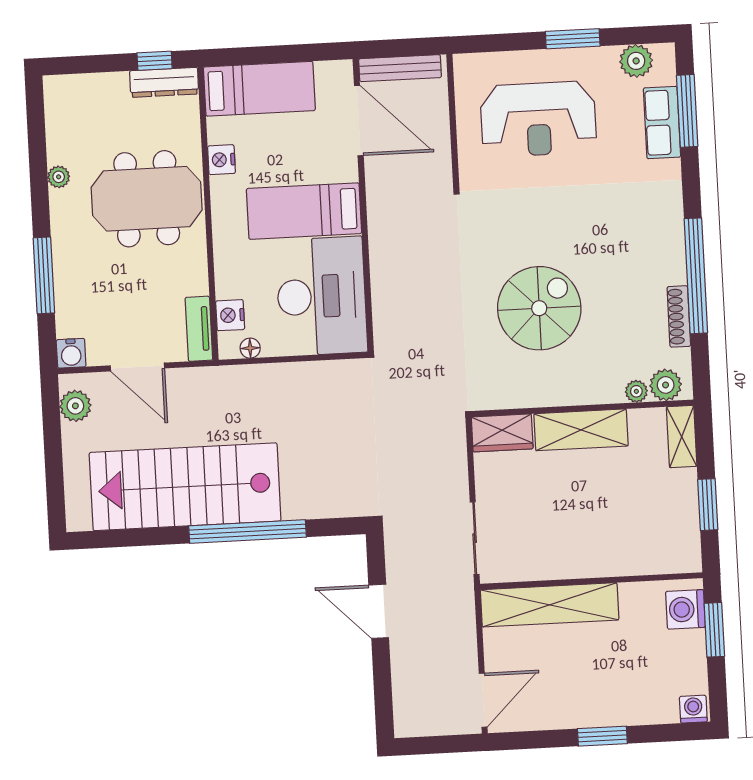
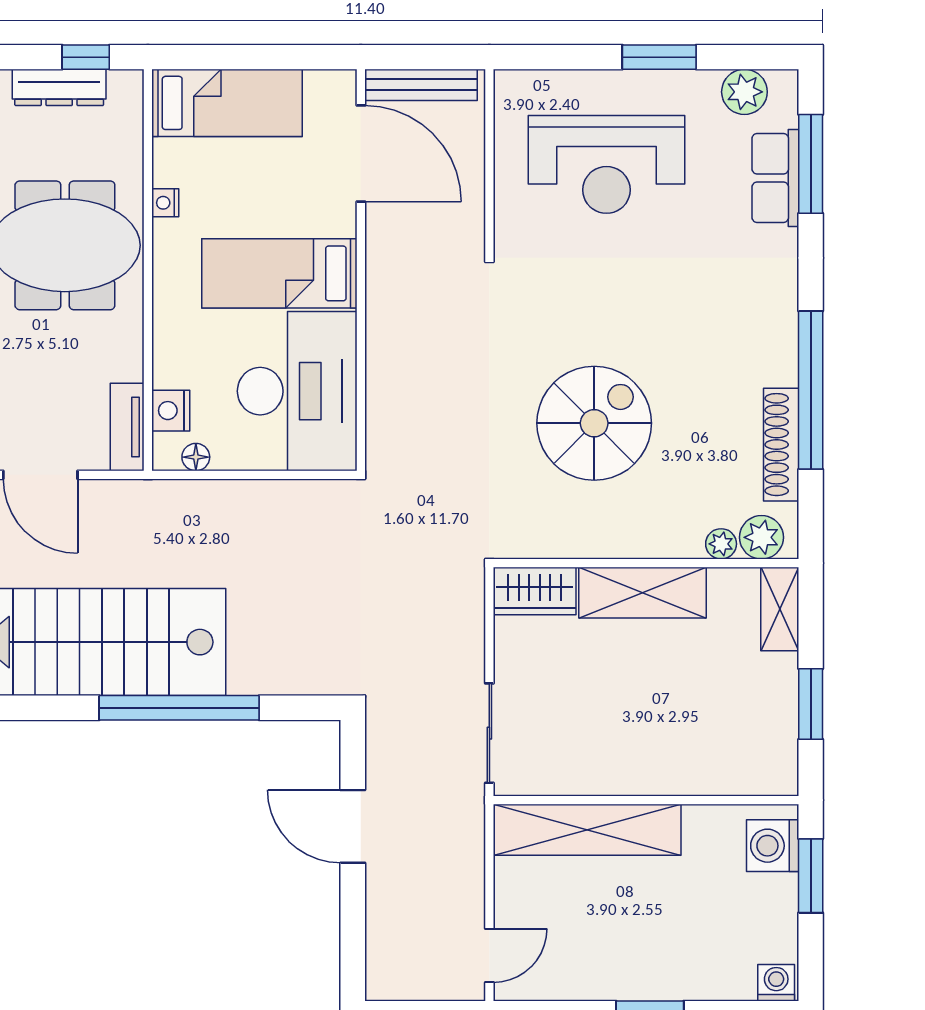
dresser: (164, 82) -> (59, 87), moved
nightstand: (221, 160) -> (165, 203), width x0.72, depth x0.74
shoe rack: (679, 316) -> (781, 445), width x1.36, depth x1.24
door: (483, 700) -> (489, 955), width x0.73

